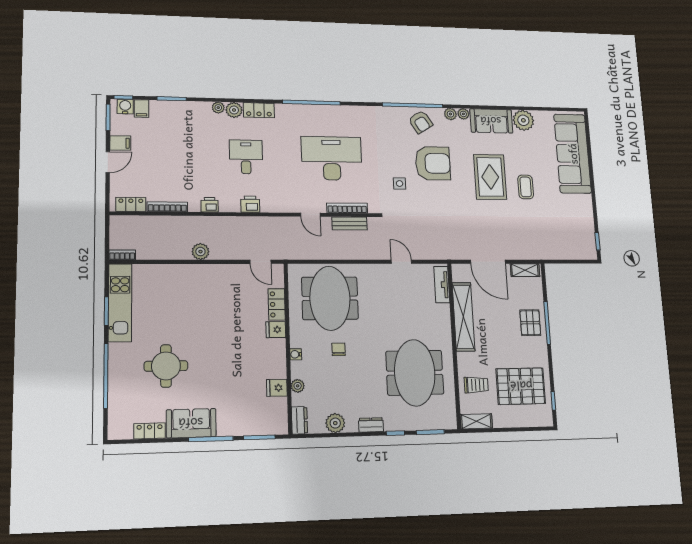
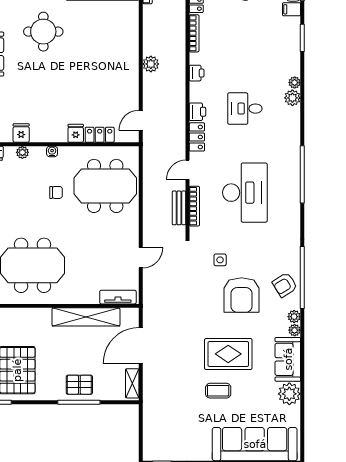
locker: (259, 110) -> (197, 137), moved, turned 180
desk: (246, 157) -> (245, 109), turned 180
trolley: (476, 385) -> (20, 325), removed

